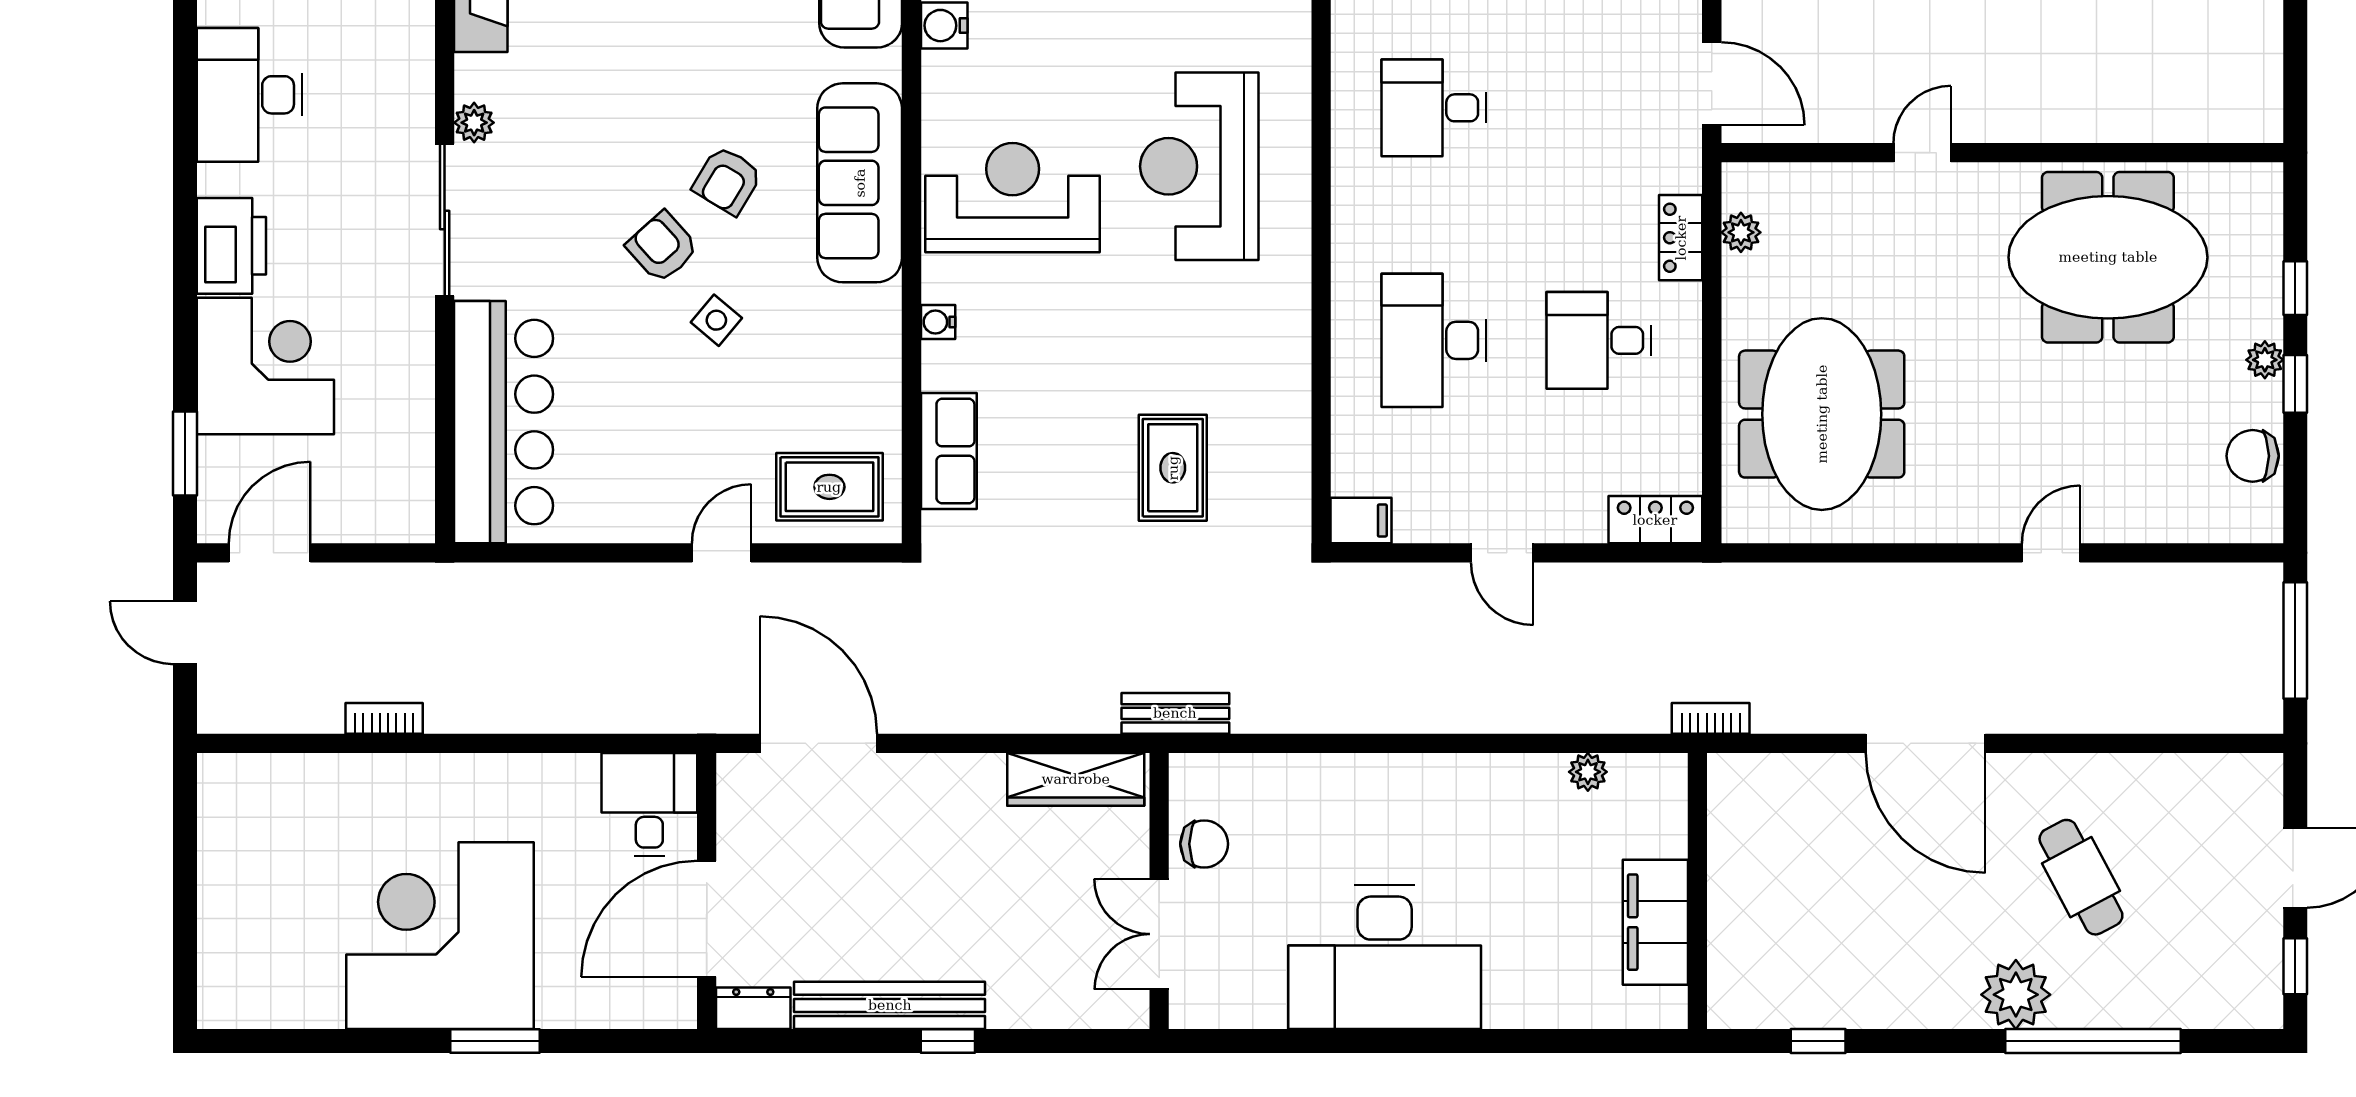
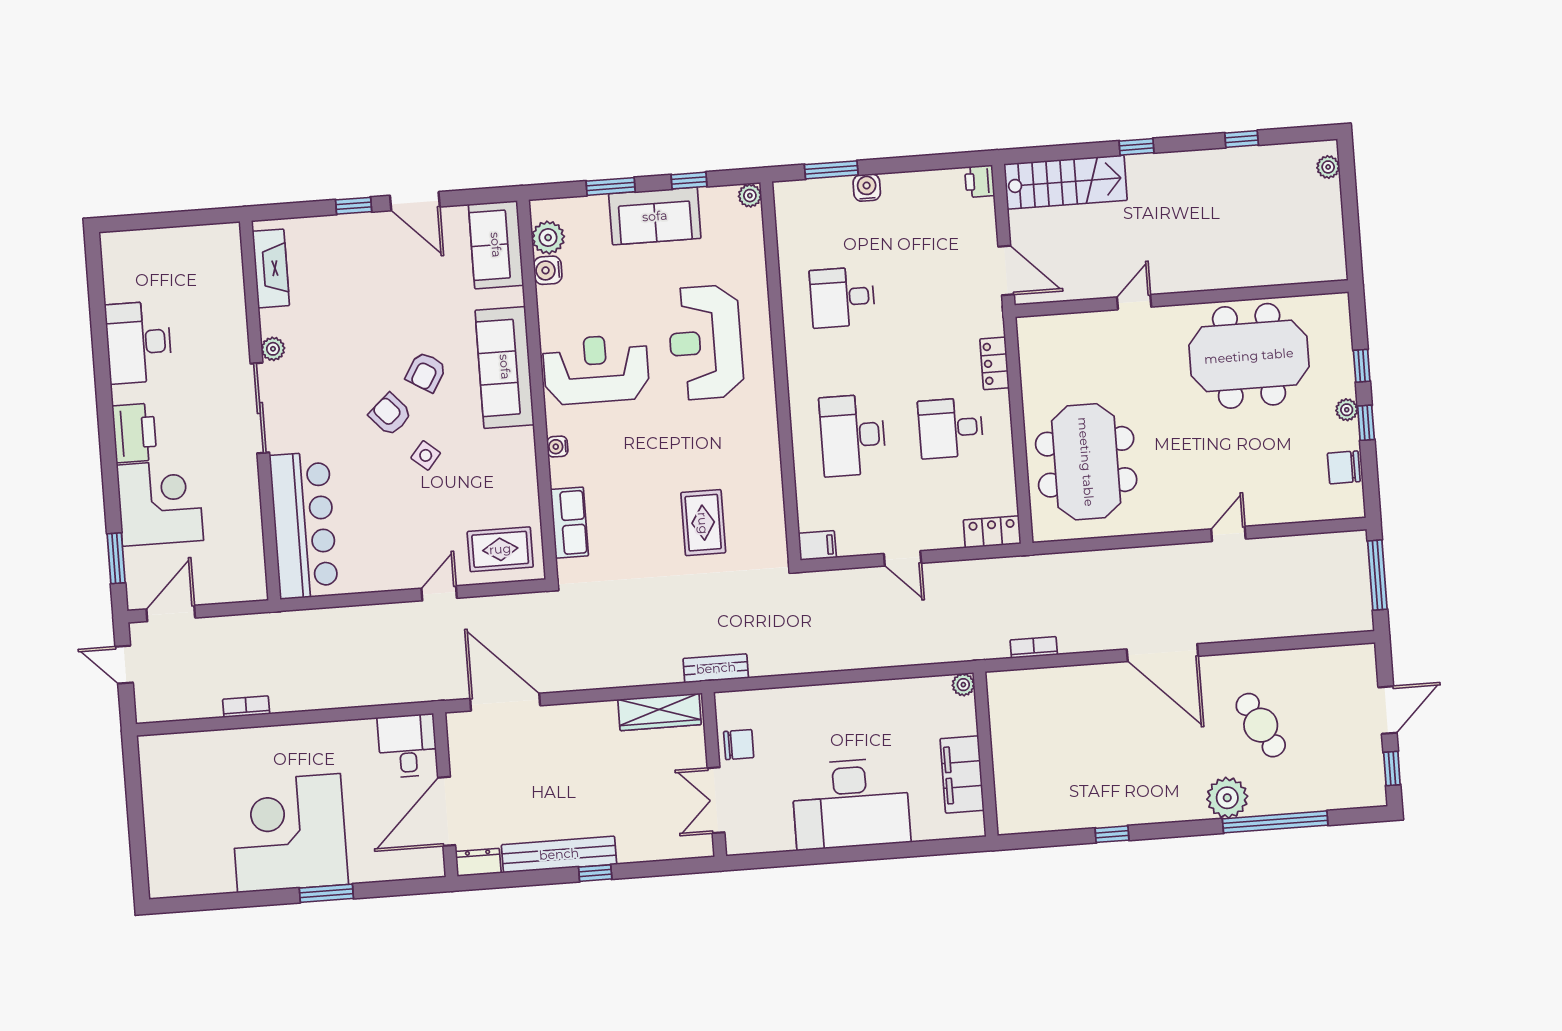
plant: (1741, 232) -> (1030, 357), removed
wall: (1697, 891) -> (986, 754), moved
filing cabinet: (1655, 922) -> (962, 774), moved

